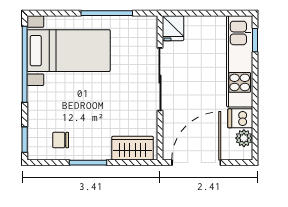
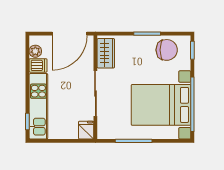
bed with nightstands: (69, 51) -> (161, 105), width x1.36
chair: (61, 140) -> (167, 50), width x1.87, depth x1.87
wardrobe: (132, 148) -> (106, 53), moved, turned -90

